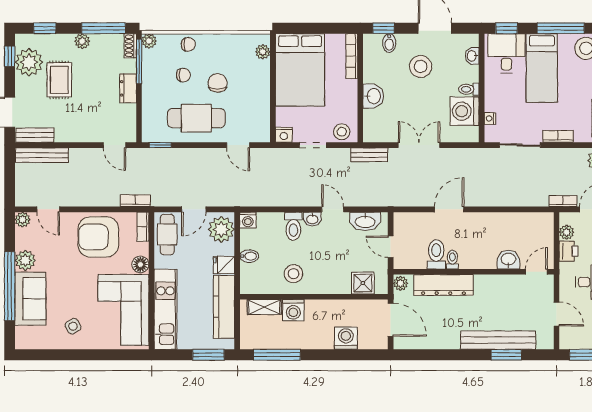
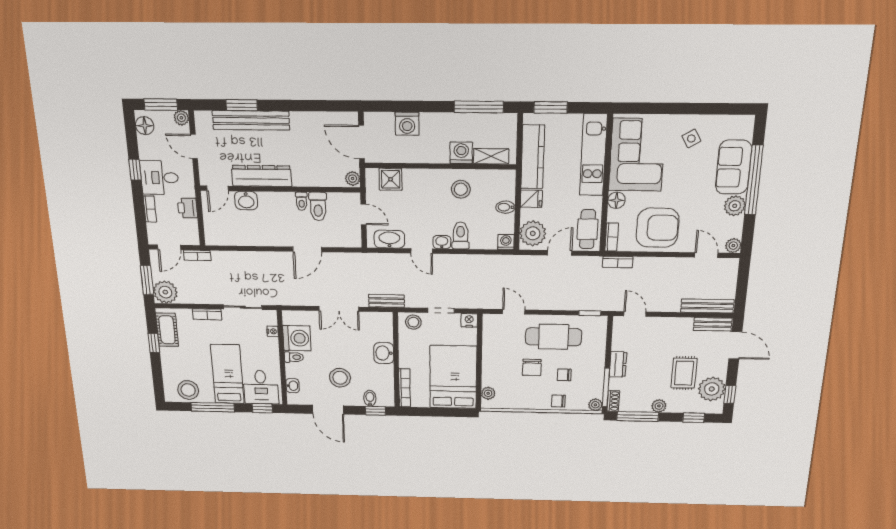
plant: (567, 232) -> (181, 118), moved
dresser: (444, 285) -> (262, 176), moved

